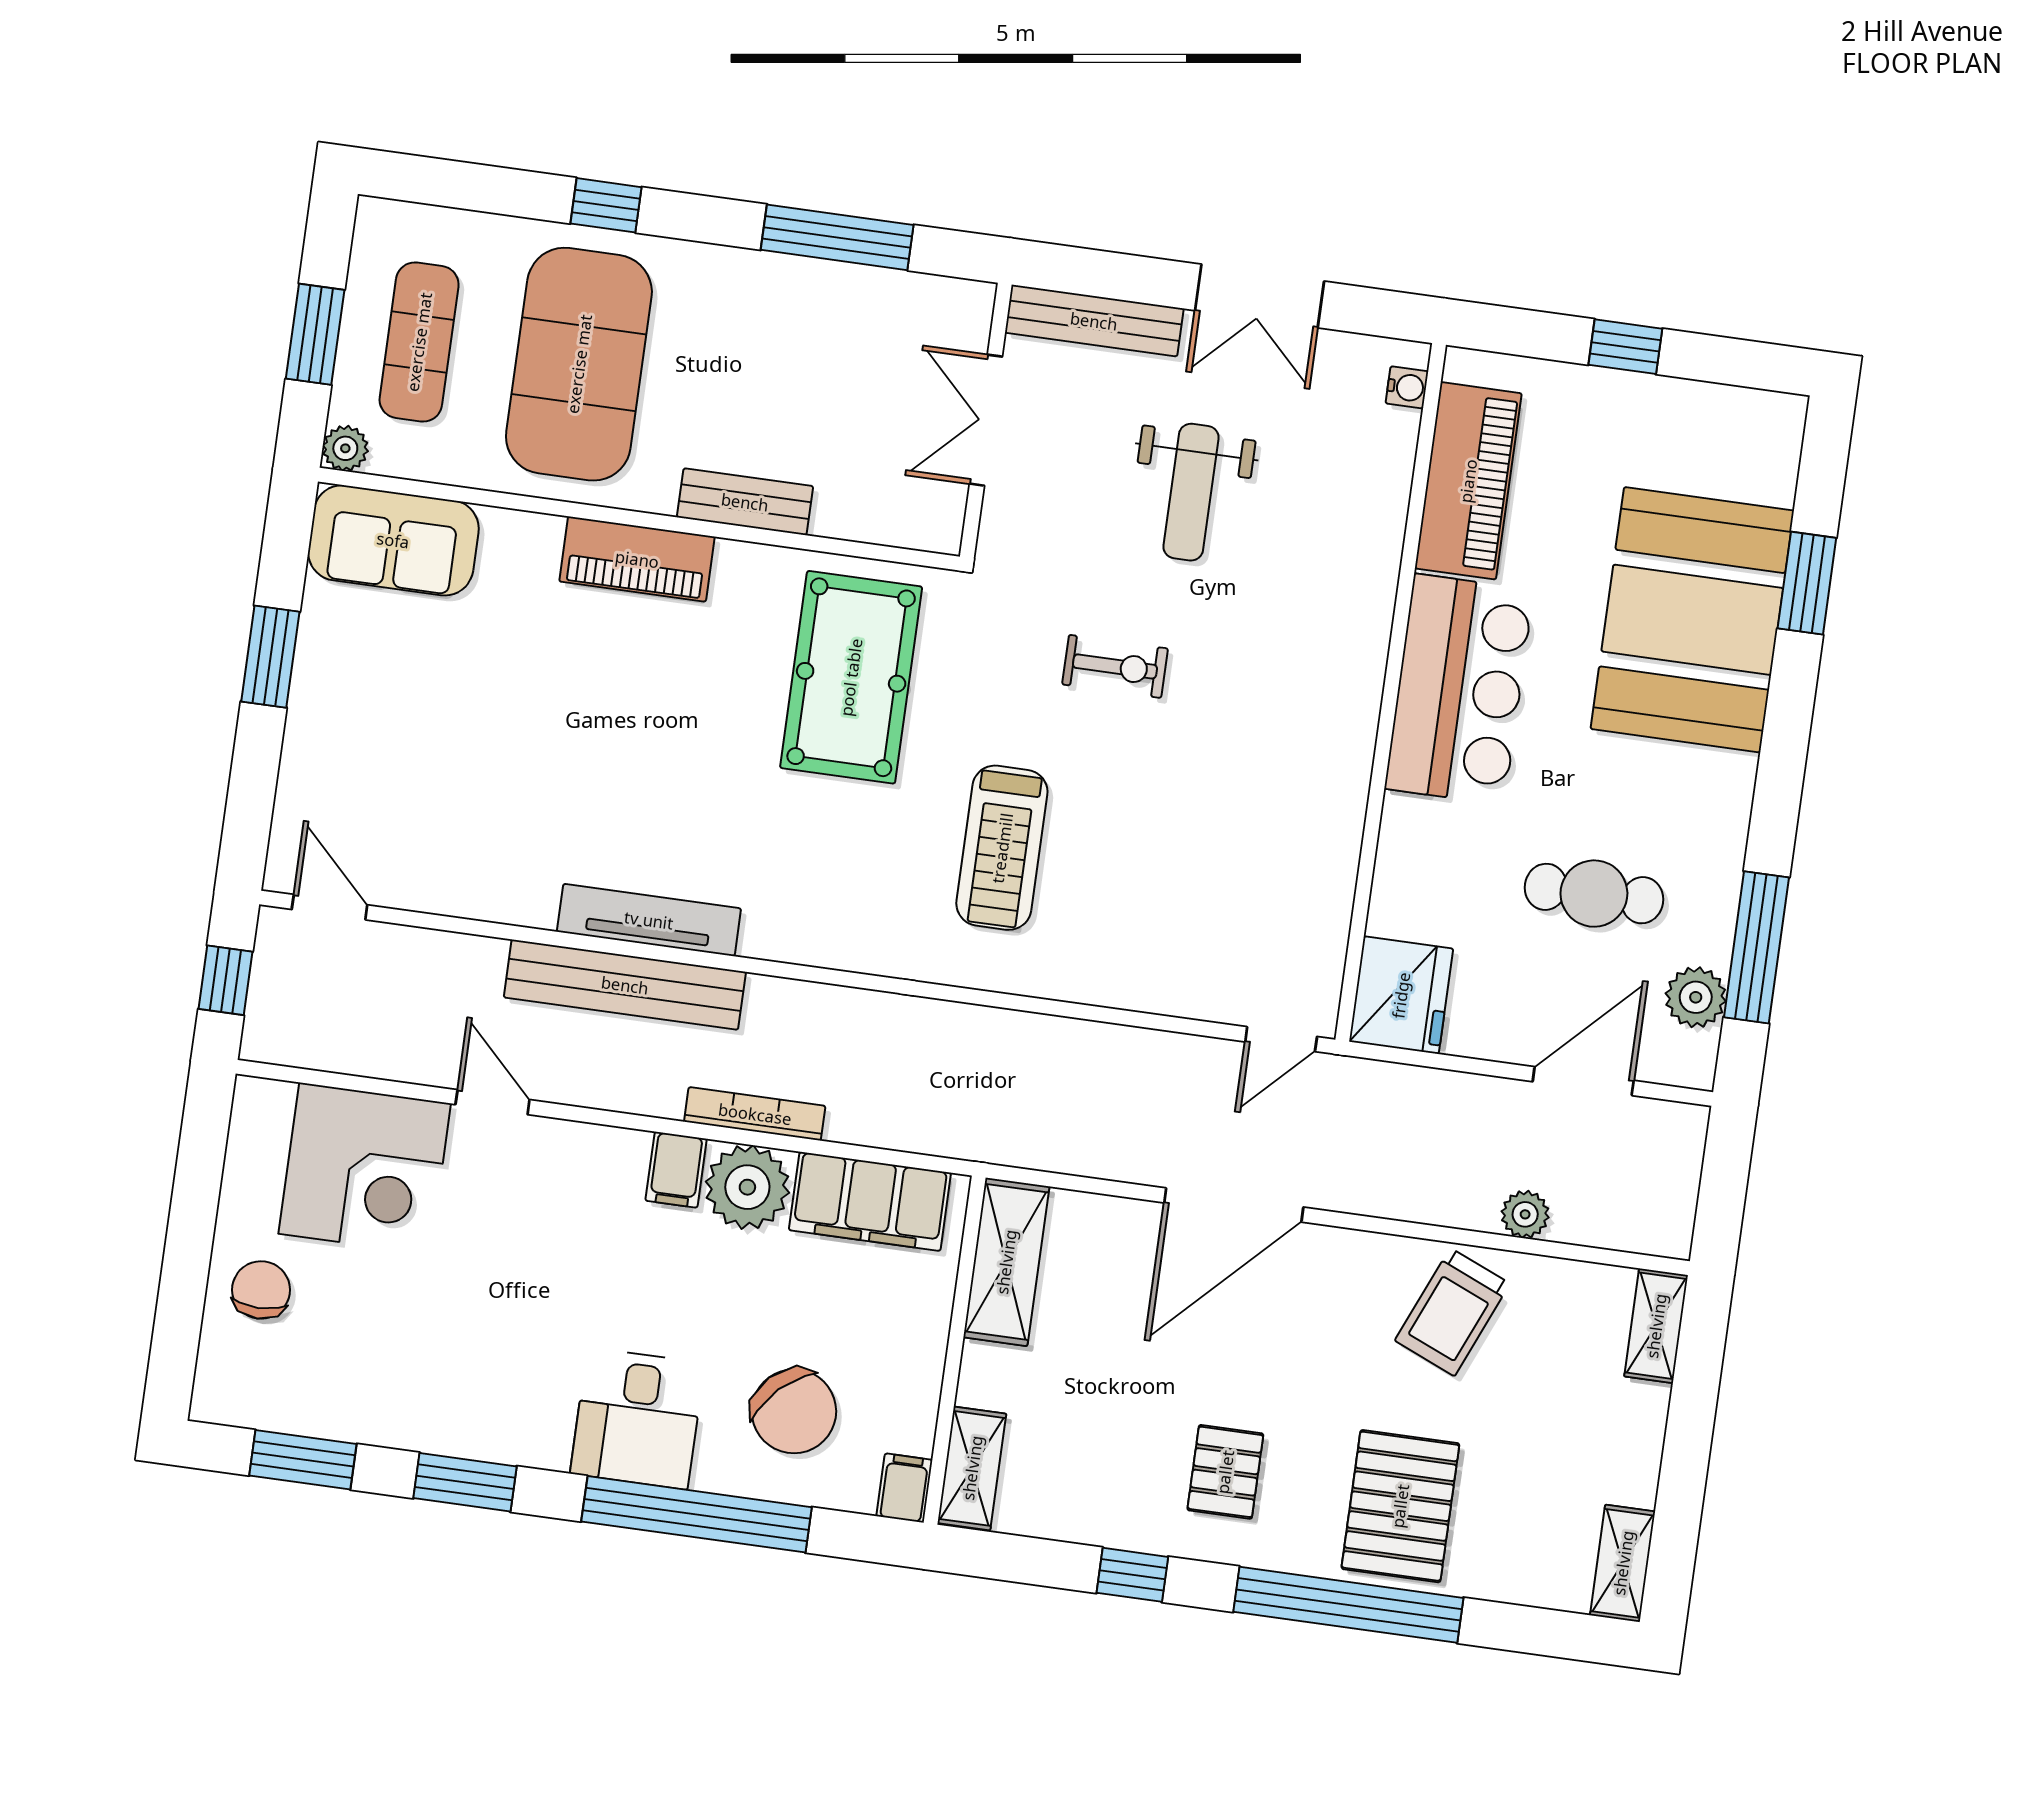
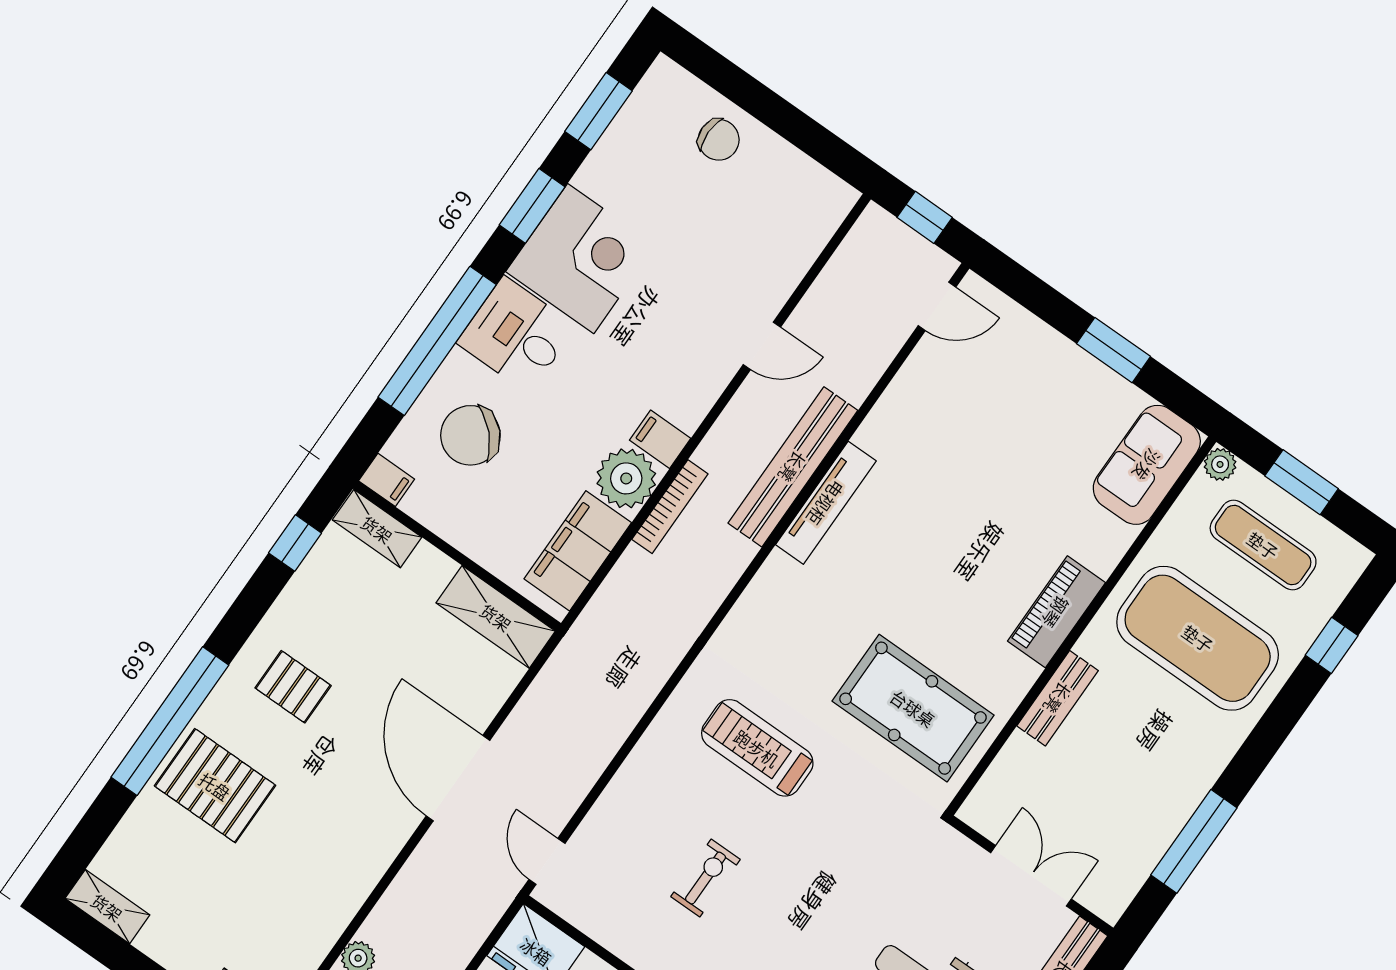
window: (606, 205) -> (1332, 645), moved
exercise bike: (1115, 666) -> (706, 878), moved, turned 180
corner desk: (365, 1169) -> (581, 259), moved, turned 180
trolley: (1452, 1312) -> (320, 881), removed
window: (1132, 1575) -> (295, 543), moved

